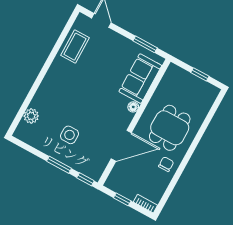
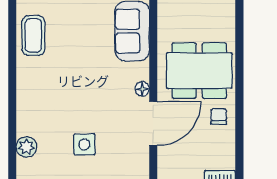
floor lamp: (133, 107) -> (142, 89), moved
dining table: (170, 128) -> (199, 71), width x1.38

